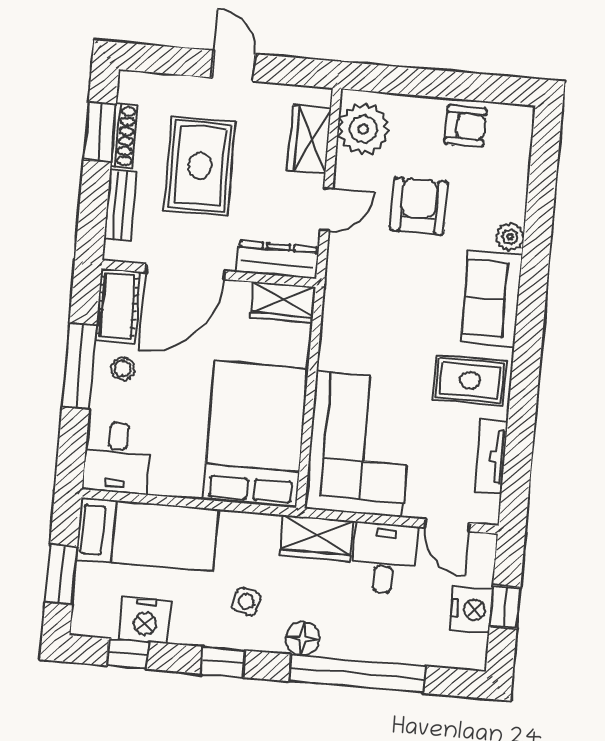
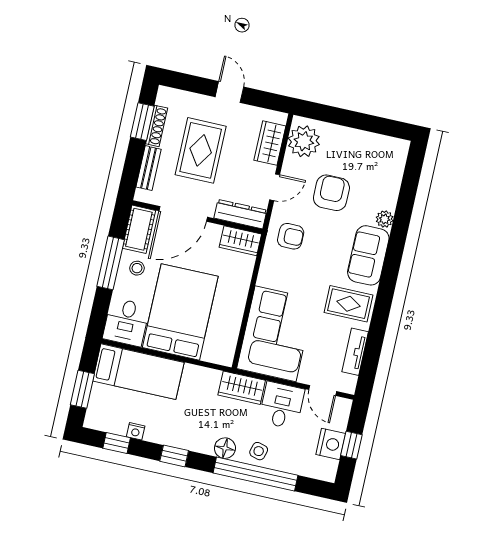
armchair: (465, 126) -> (291, 236), moved
bed: (255, 434) -> (180, 312), moved
side table: (246, 602) -> (259, 451), moved
nightstand: (145, 620) -> (136, 431), width x0.53, depth x0.56

